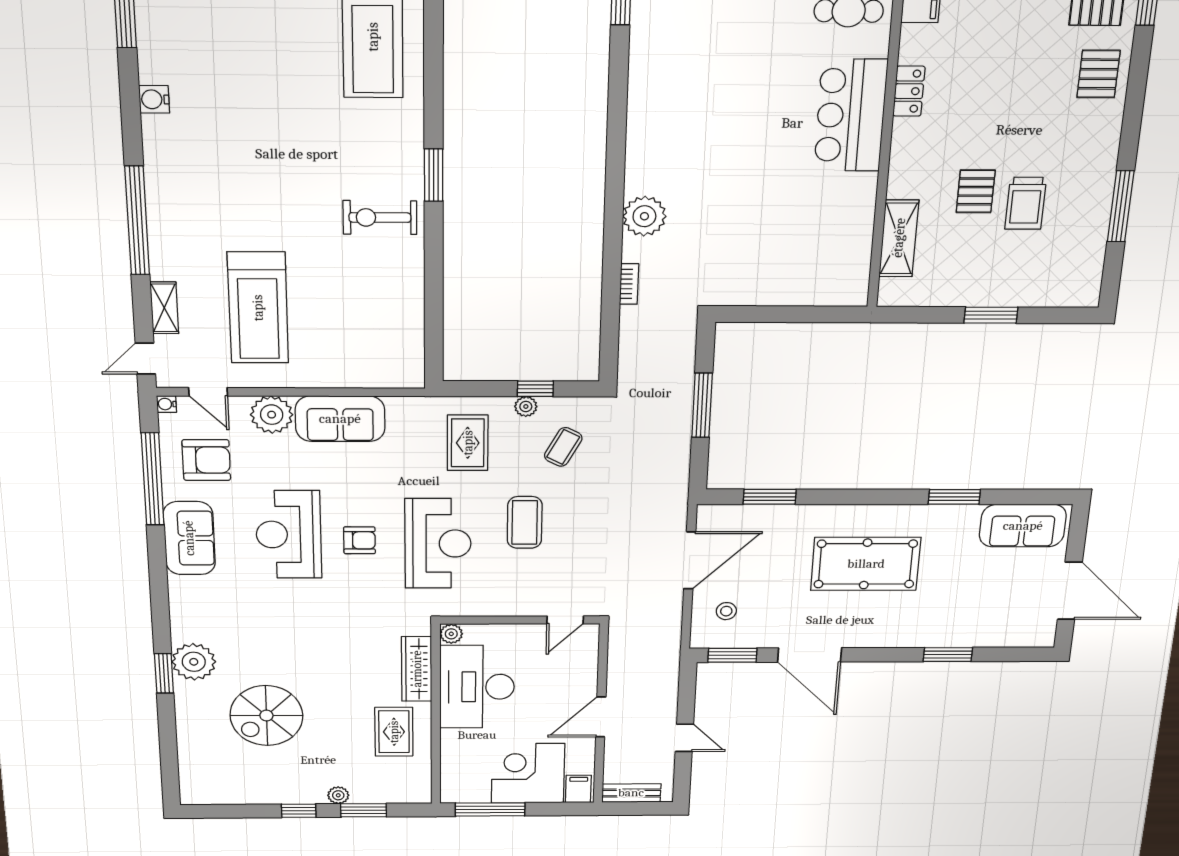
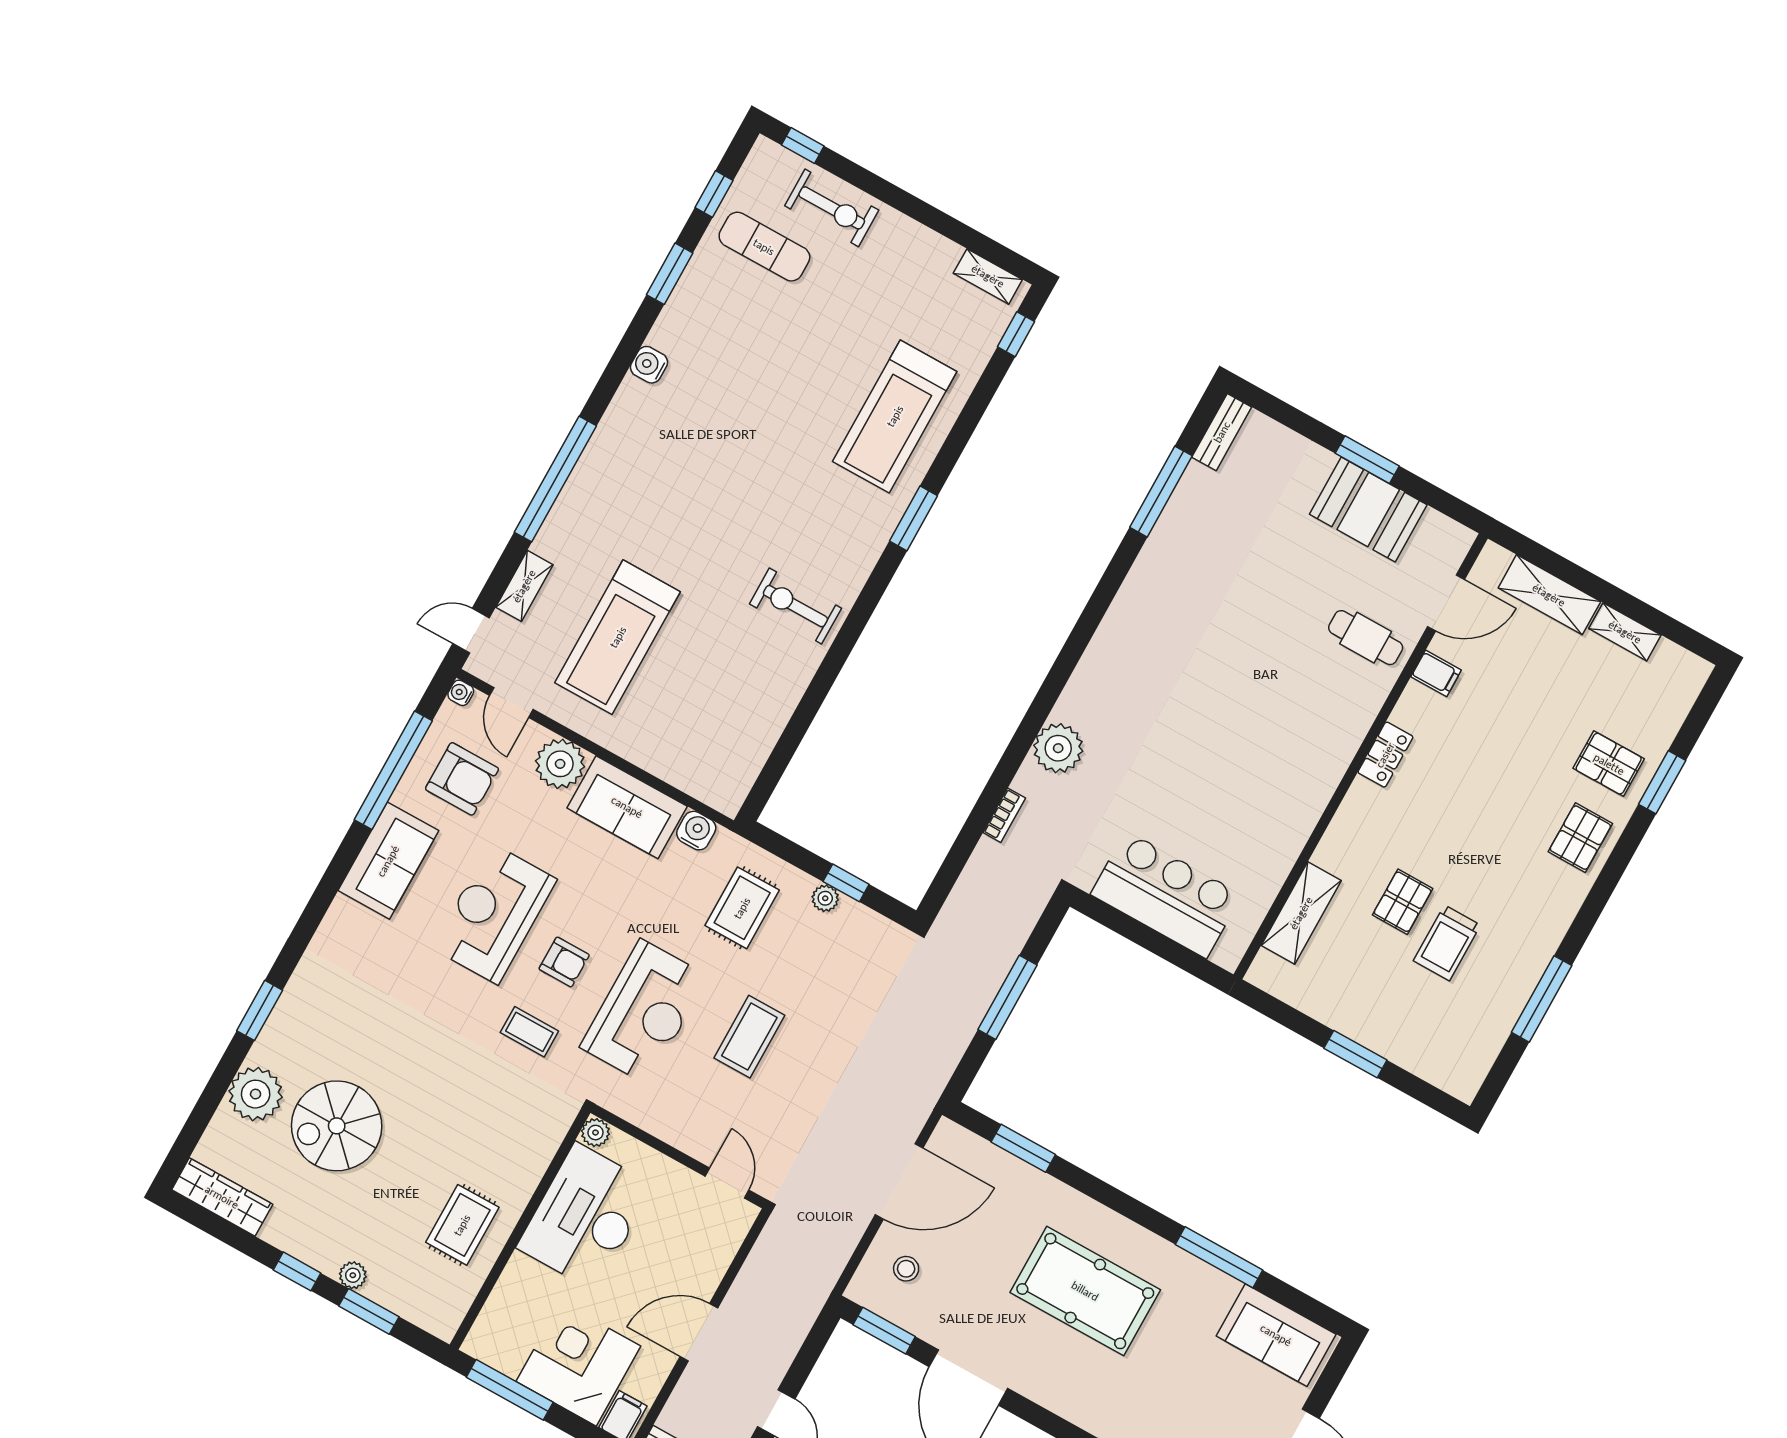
bar counter: (851, 115) -> (1166, 895), moved, turned 90
window: (434, 175) -> (913, 518), moved
water cooler: (401, 409) -> (696, 831), added
coffee table: (563, 447) -> (529, 1032), moved, turned 62
window: (954, 497) -> (1219, 1257), width x1.44
door: (565, 620) -> (727, 1183), swing flipped
plant: (194, 662) -> (256, 1094), moved
wardrobe: (417, 669) -> (222, 1197), moved, turned 90

